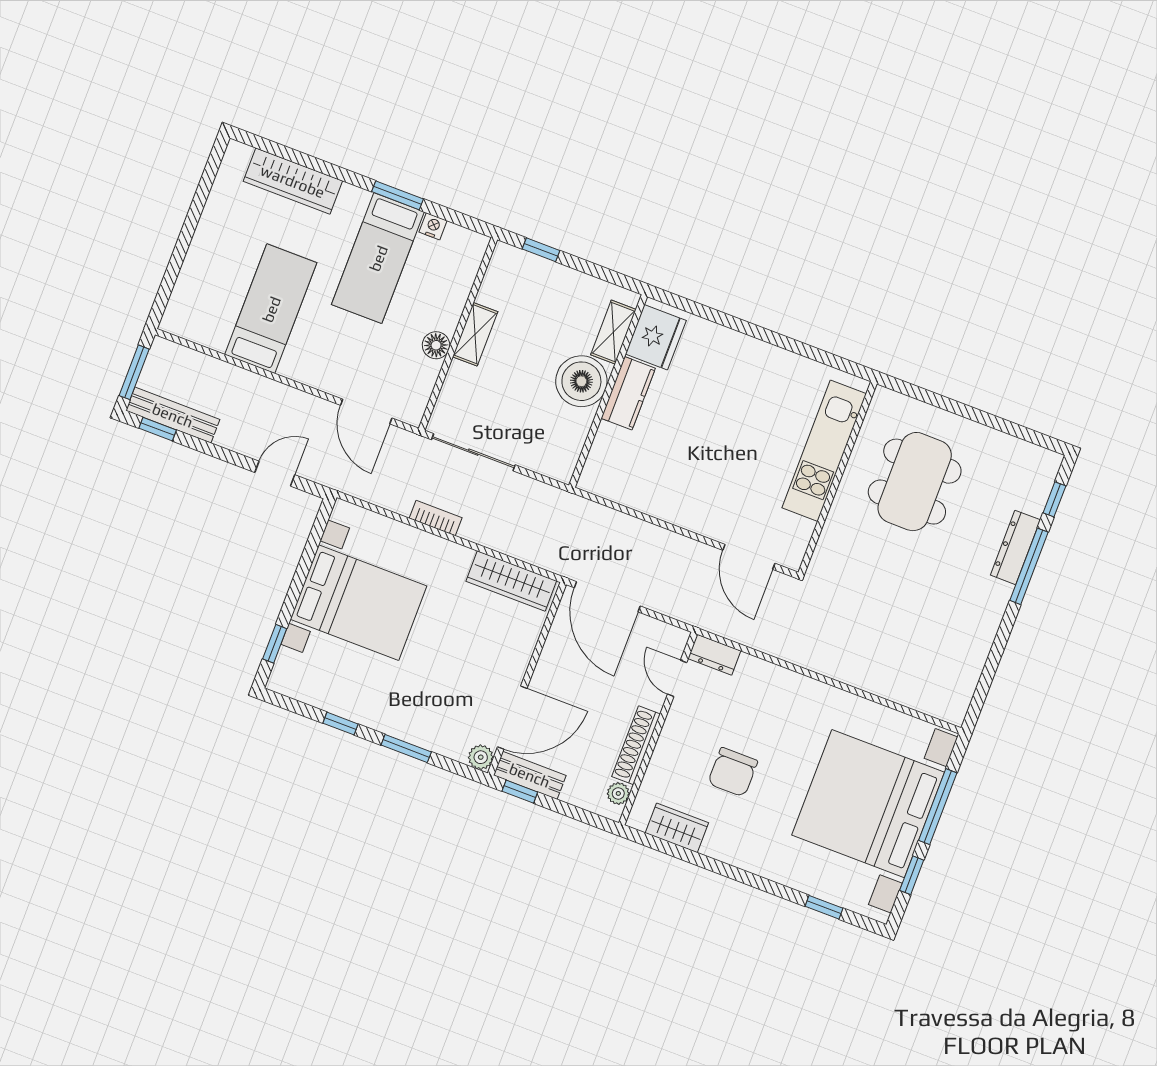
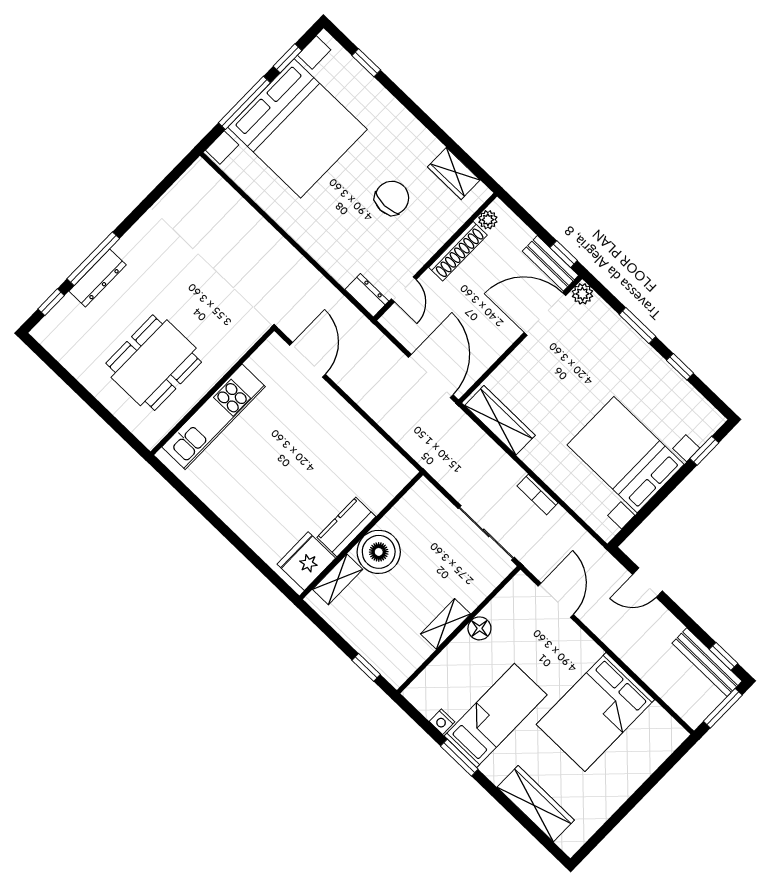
bed: (271, 309) -> (595, 712), width x1.50

